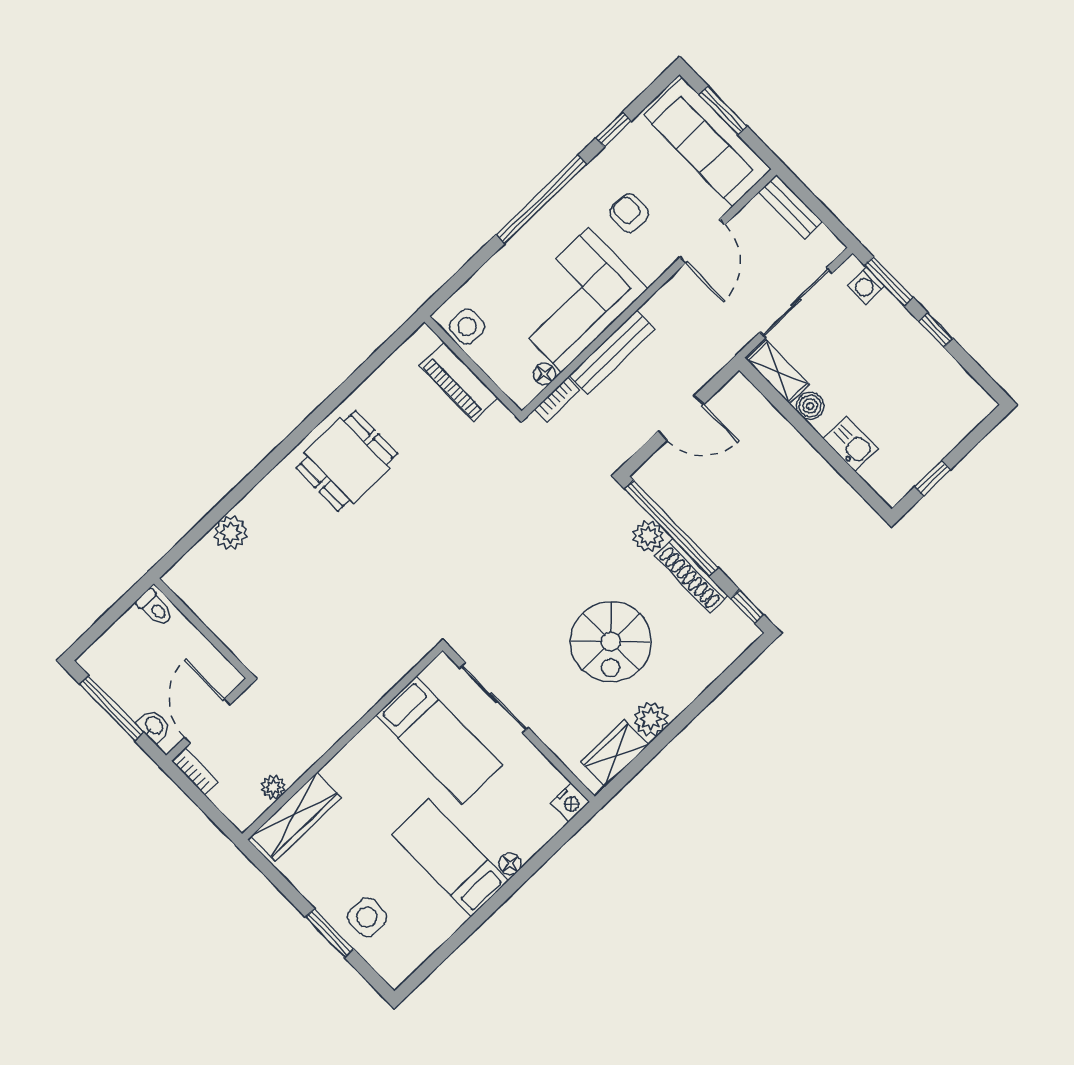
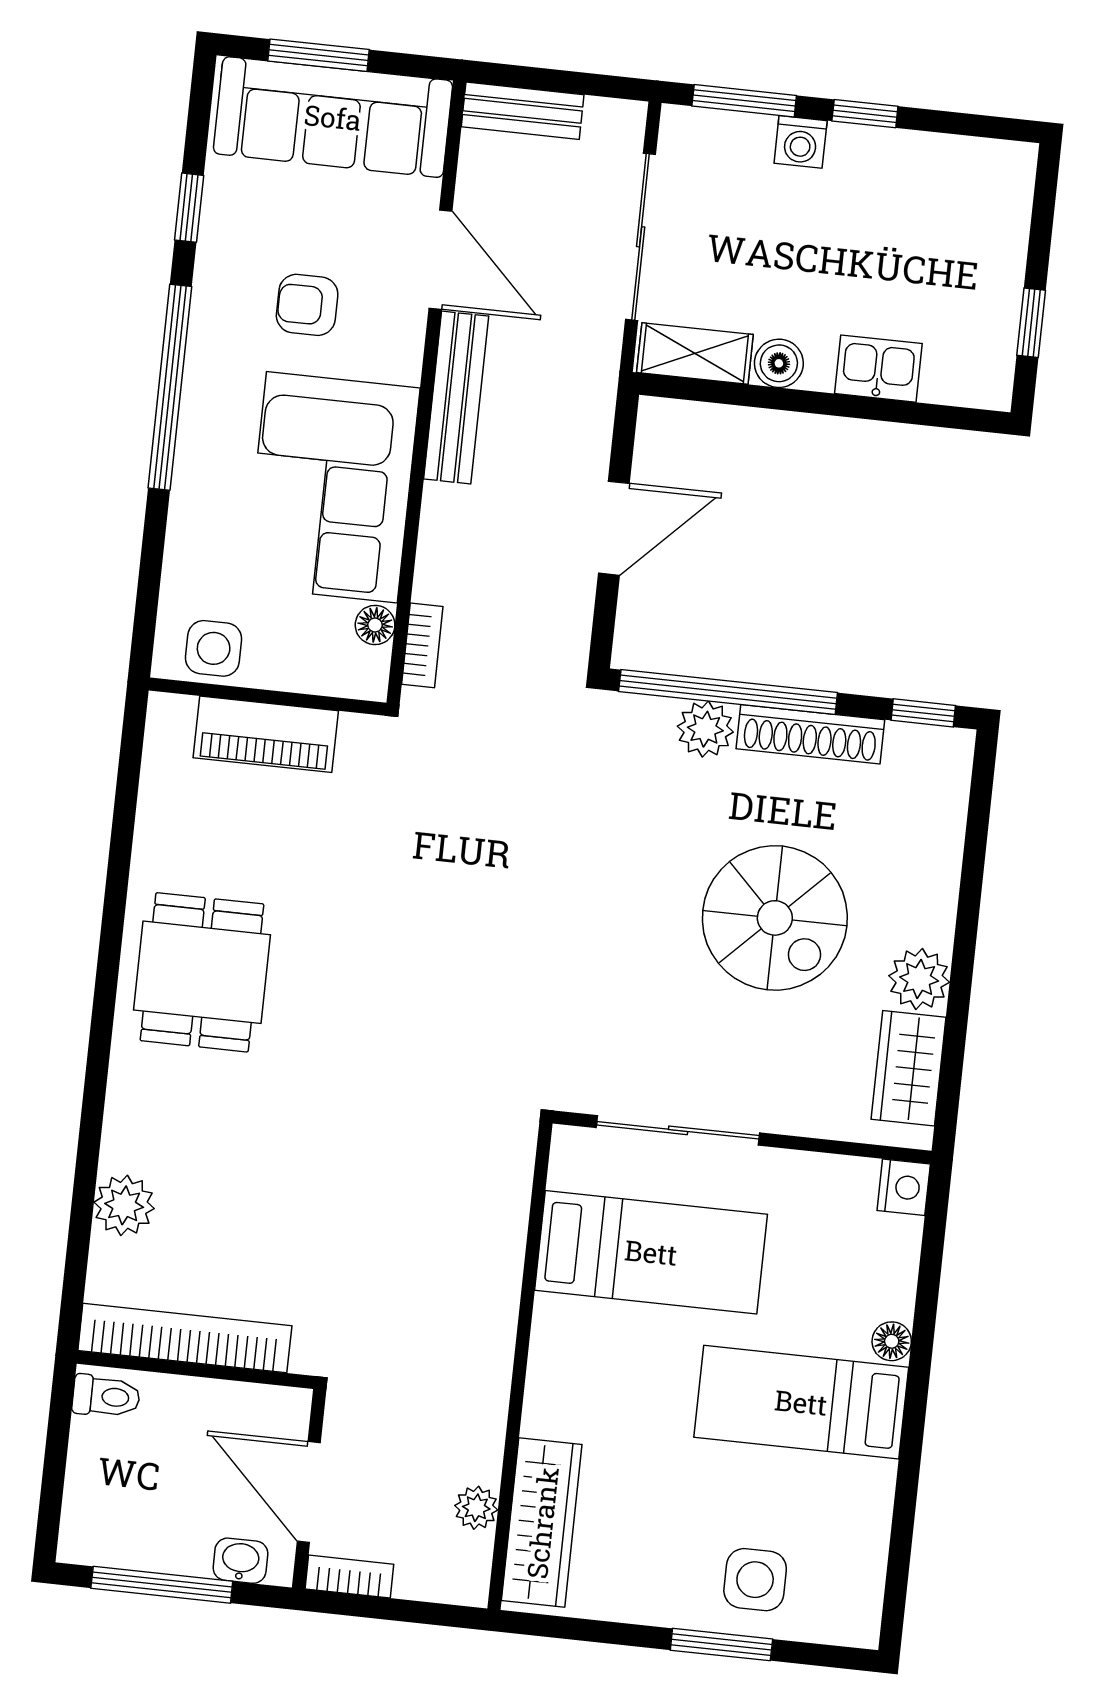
washing machine: (866, 286) -> (801, 142), moved
bench: (612, 352) -> (456, 398), moved
bookcase: (209, 611) -> (185, 1338), added

